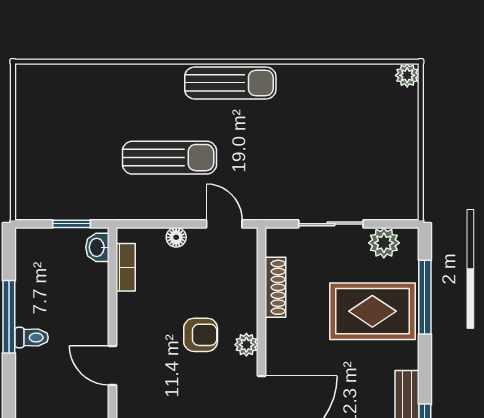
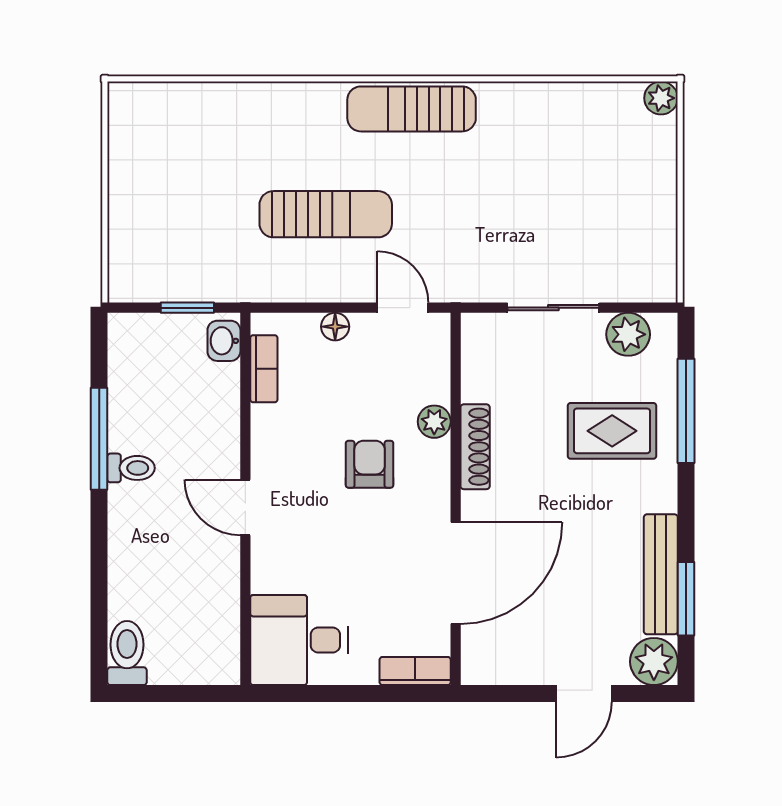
sun lounger: (230, 83) -> (412, 109), turned 180
shoe rack: (275, 287) -> (475, 447), moved
rug: (372, 311) -> (612, 431), width x0.73, depth x0.70
armchair: (201, 335) -> (370, 464), turned -90
plant: (246, 345) -> (434, 422), moved

